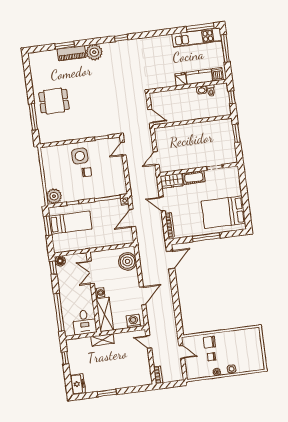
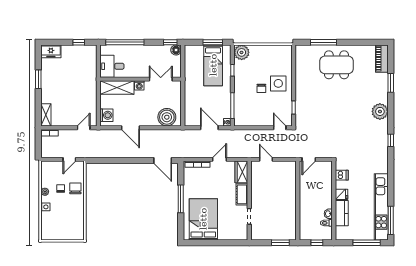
kitchen unit: (197, 37) -> (381, 207), width x1.36
piano: (72, 53) -> (382, 59), moved
dishwasher: (218, 74) -> (342, 175), moved
dining table: (54, 101) -> (336, 65), width x1.38
shelving: (103, 340) -> (46, 115), moved

